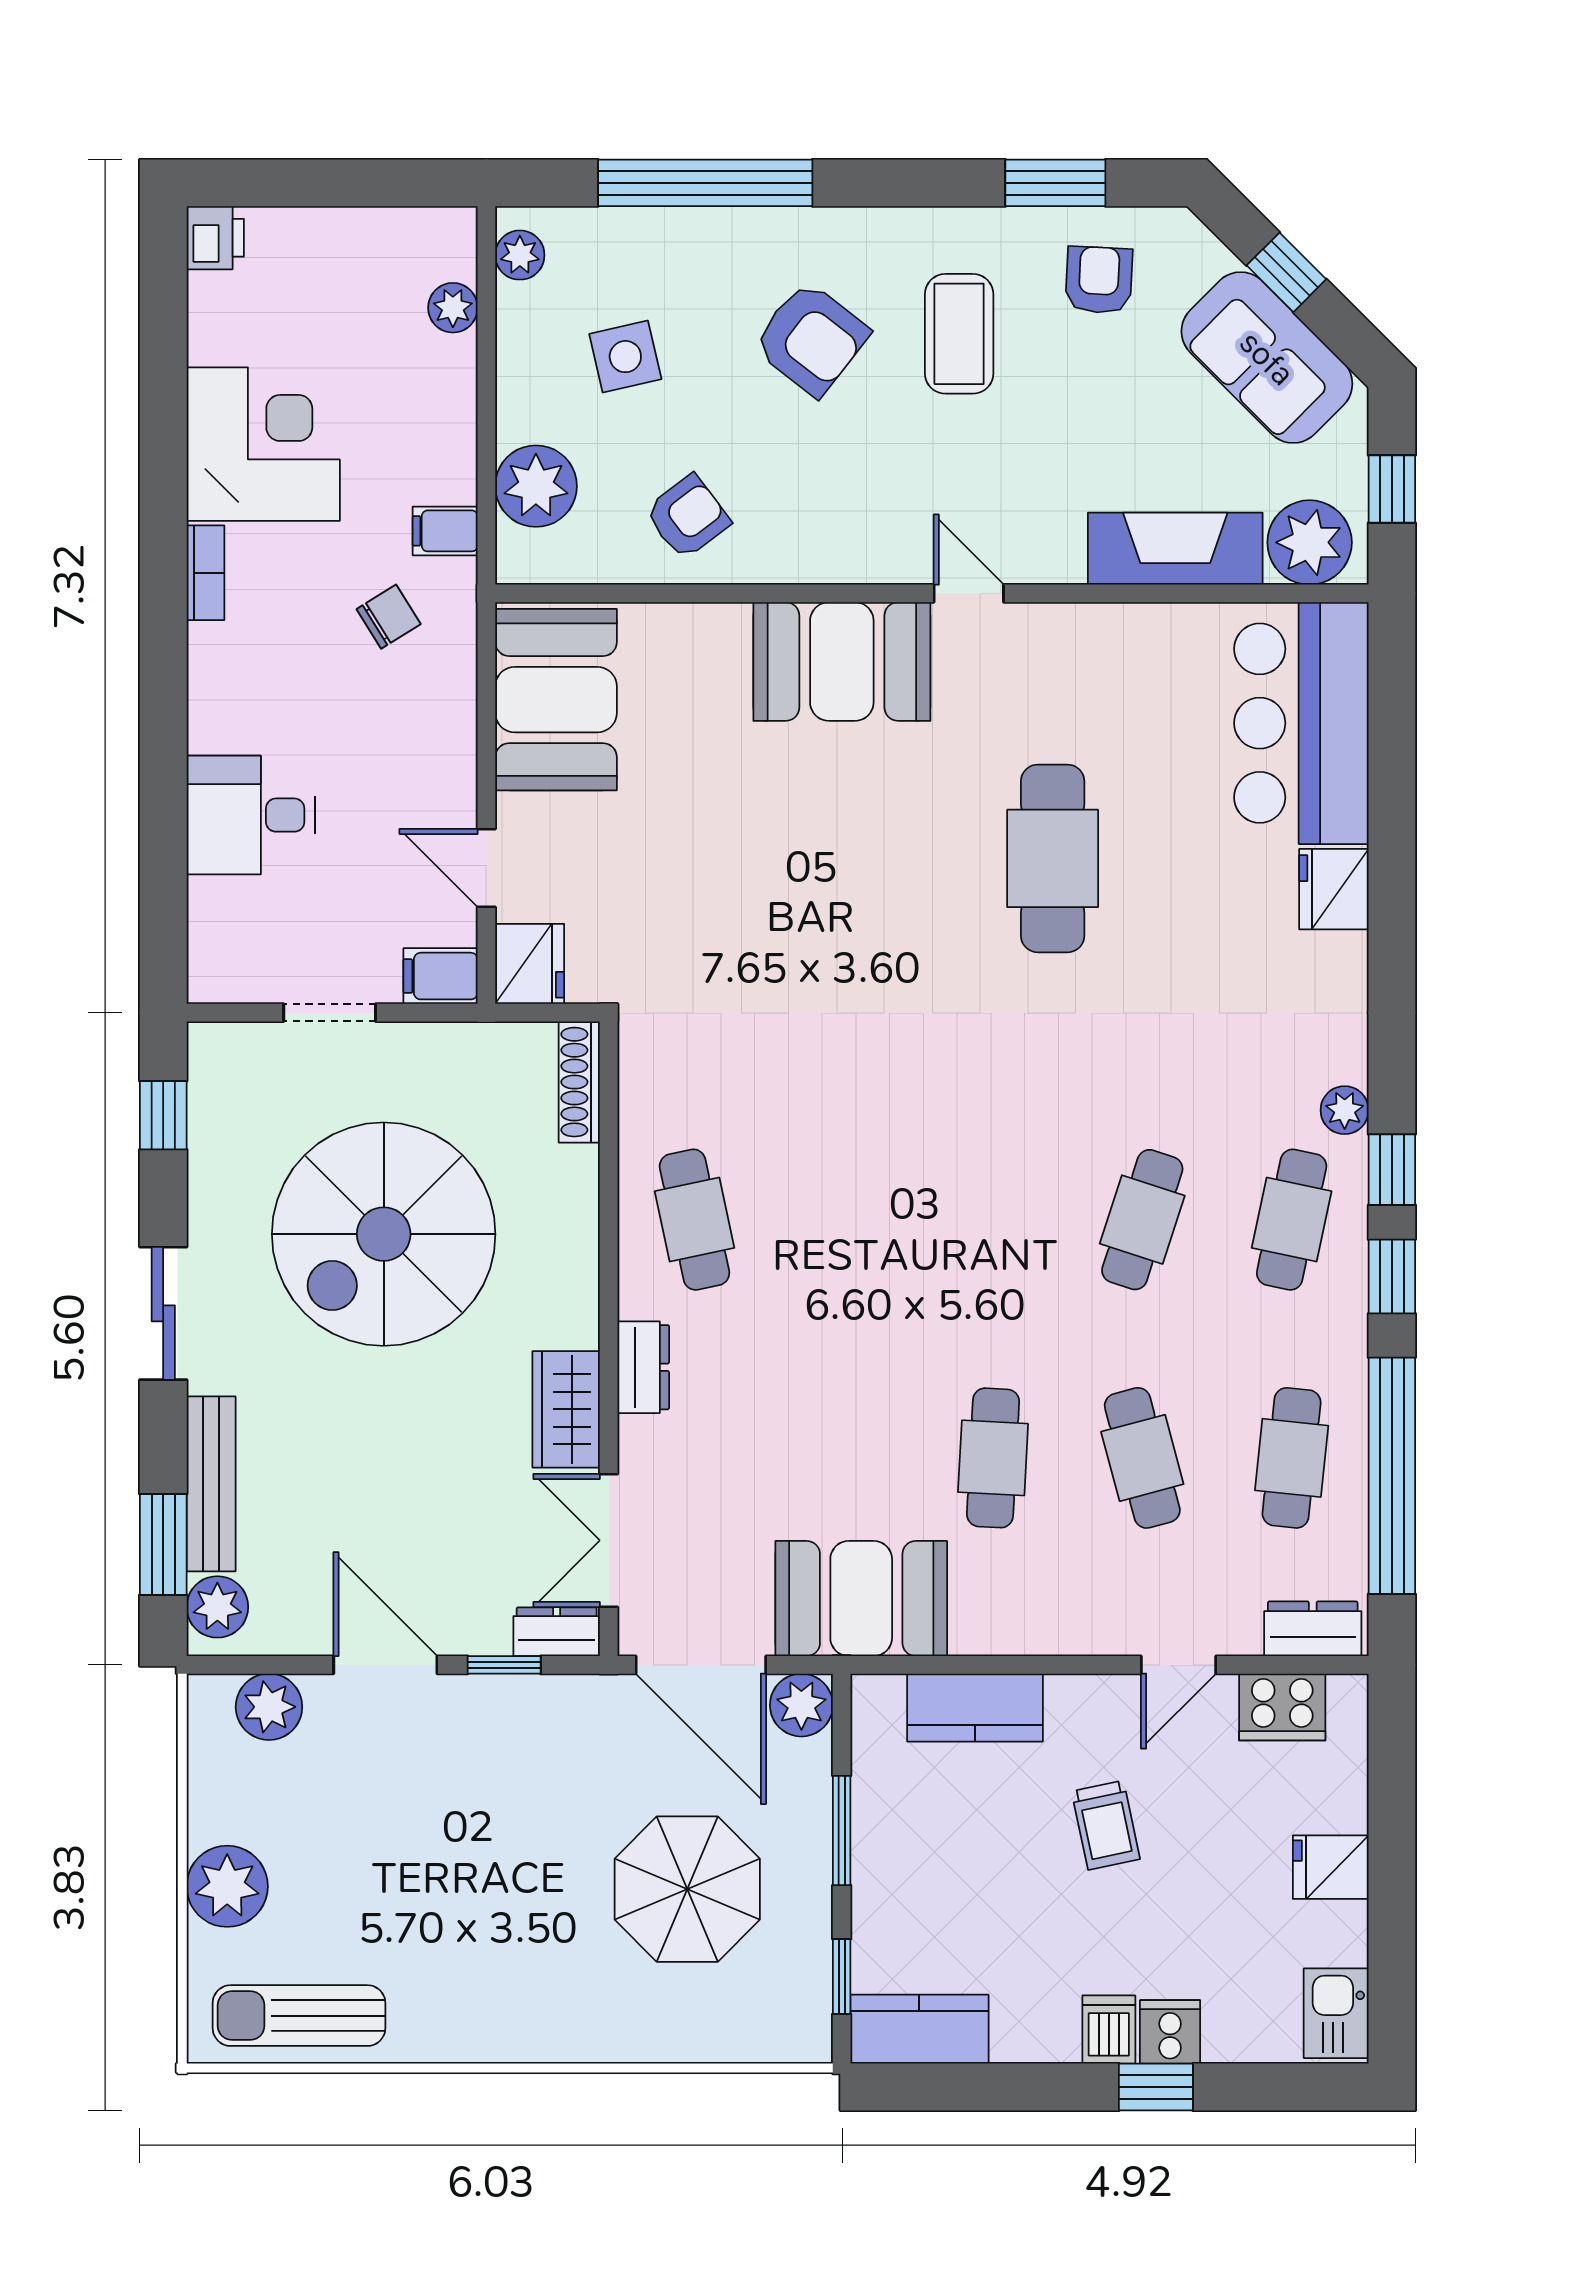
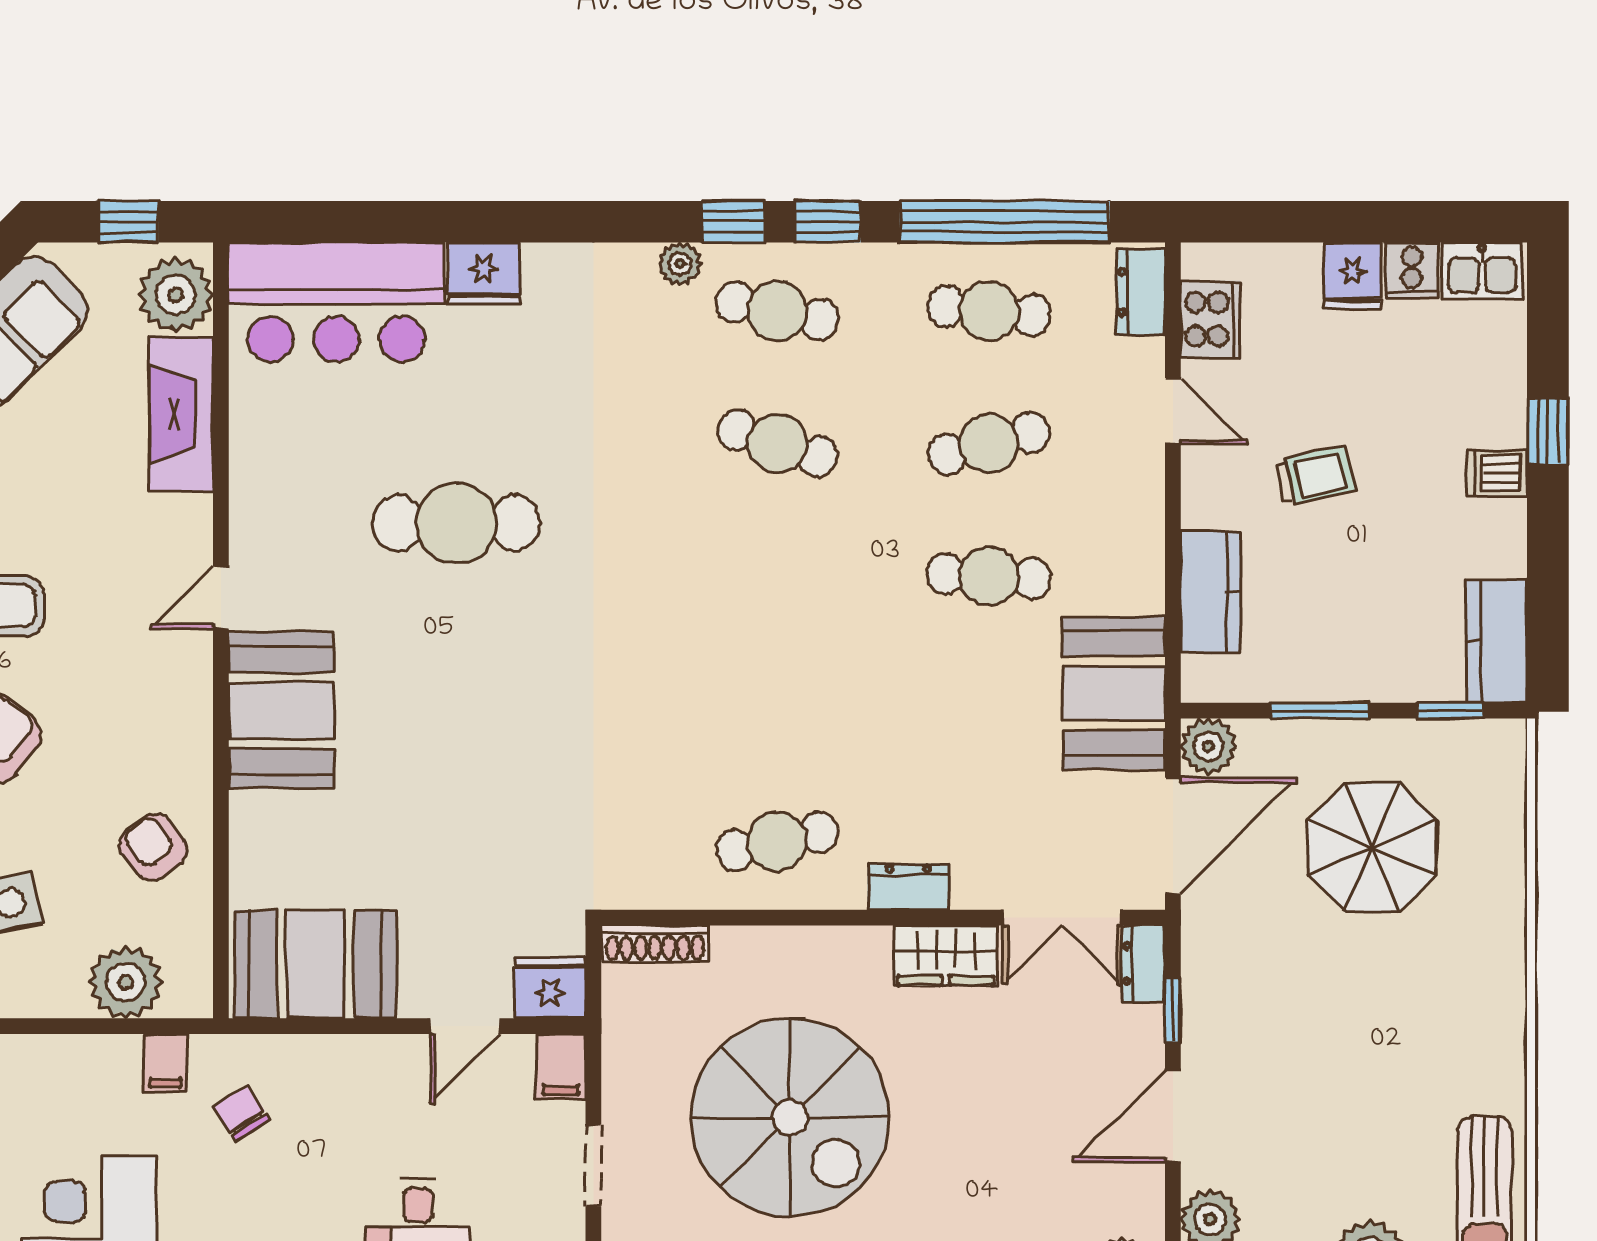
cooker: (1170, 2032) -> (1412, 271), moved, turned -90

